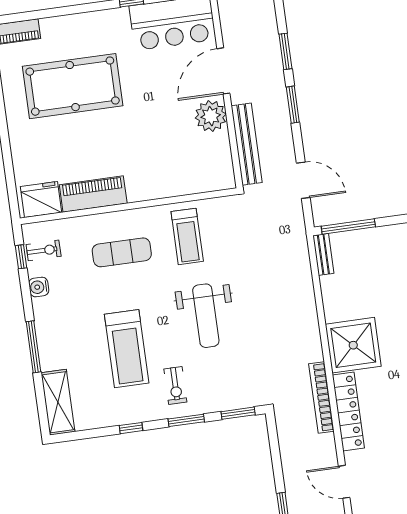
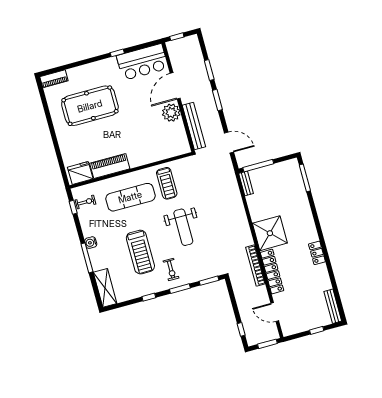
exercise mat: (122, 252) -> (130, 197), width x1.36, depth x1.45
water cooler: (39, 287) -> (91, 243), moved

